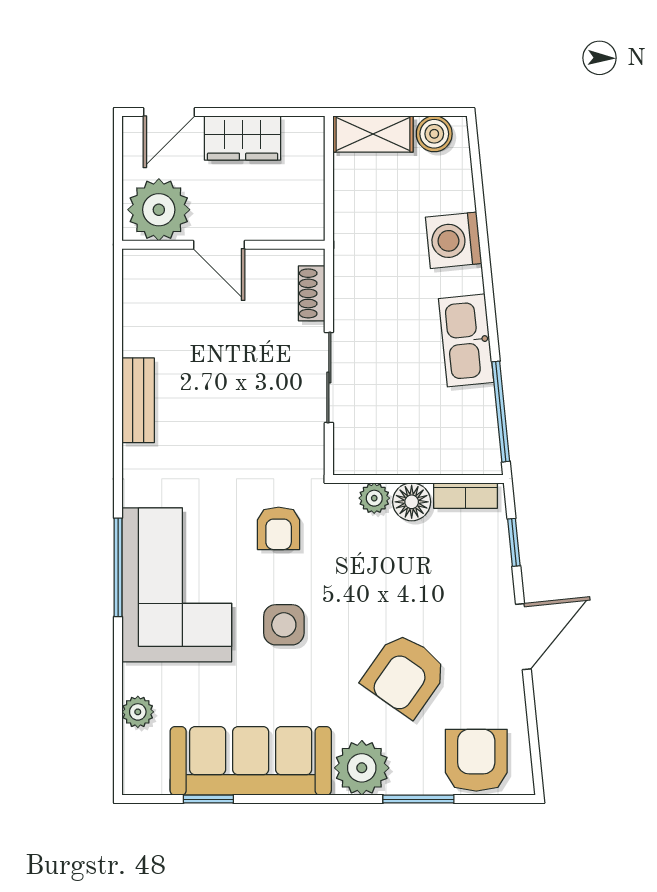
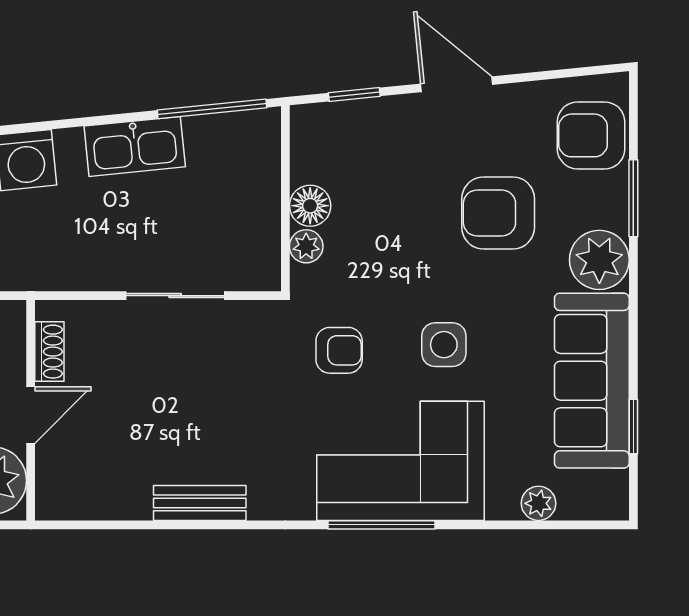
shoe rack: (312, 293) -> (49, 352), moved, turned -90
bookcase: (466, 496) -> (303, 147), removed
armchair: (405, 675) -> (498, 213), turned 145

